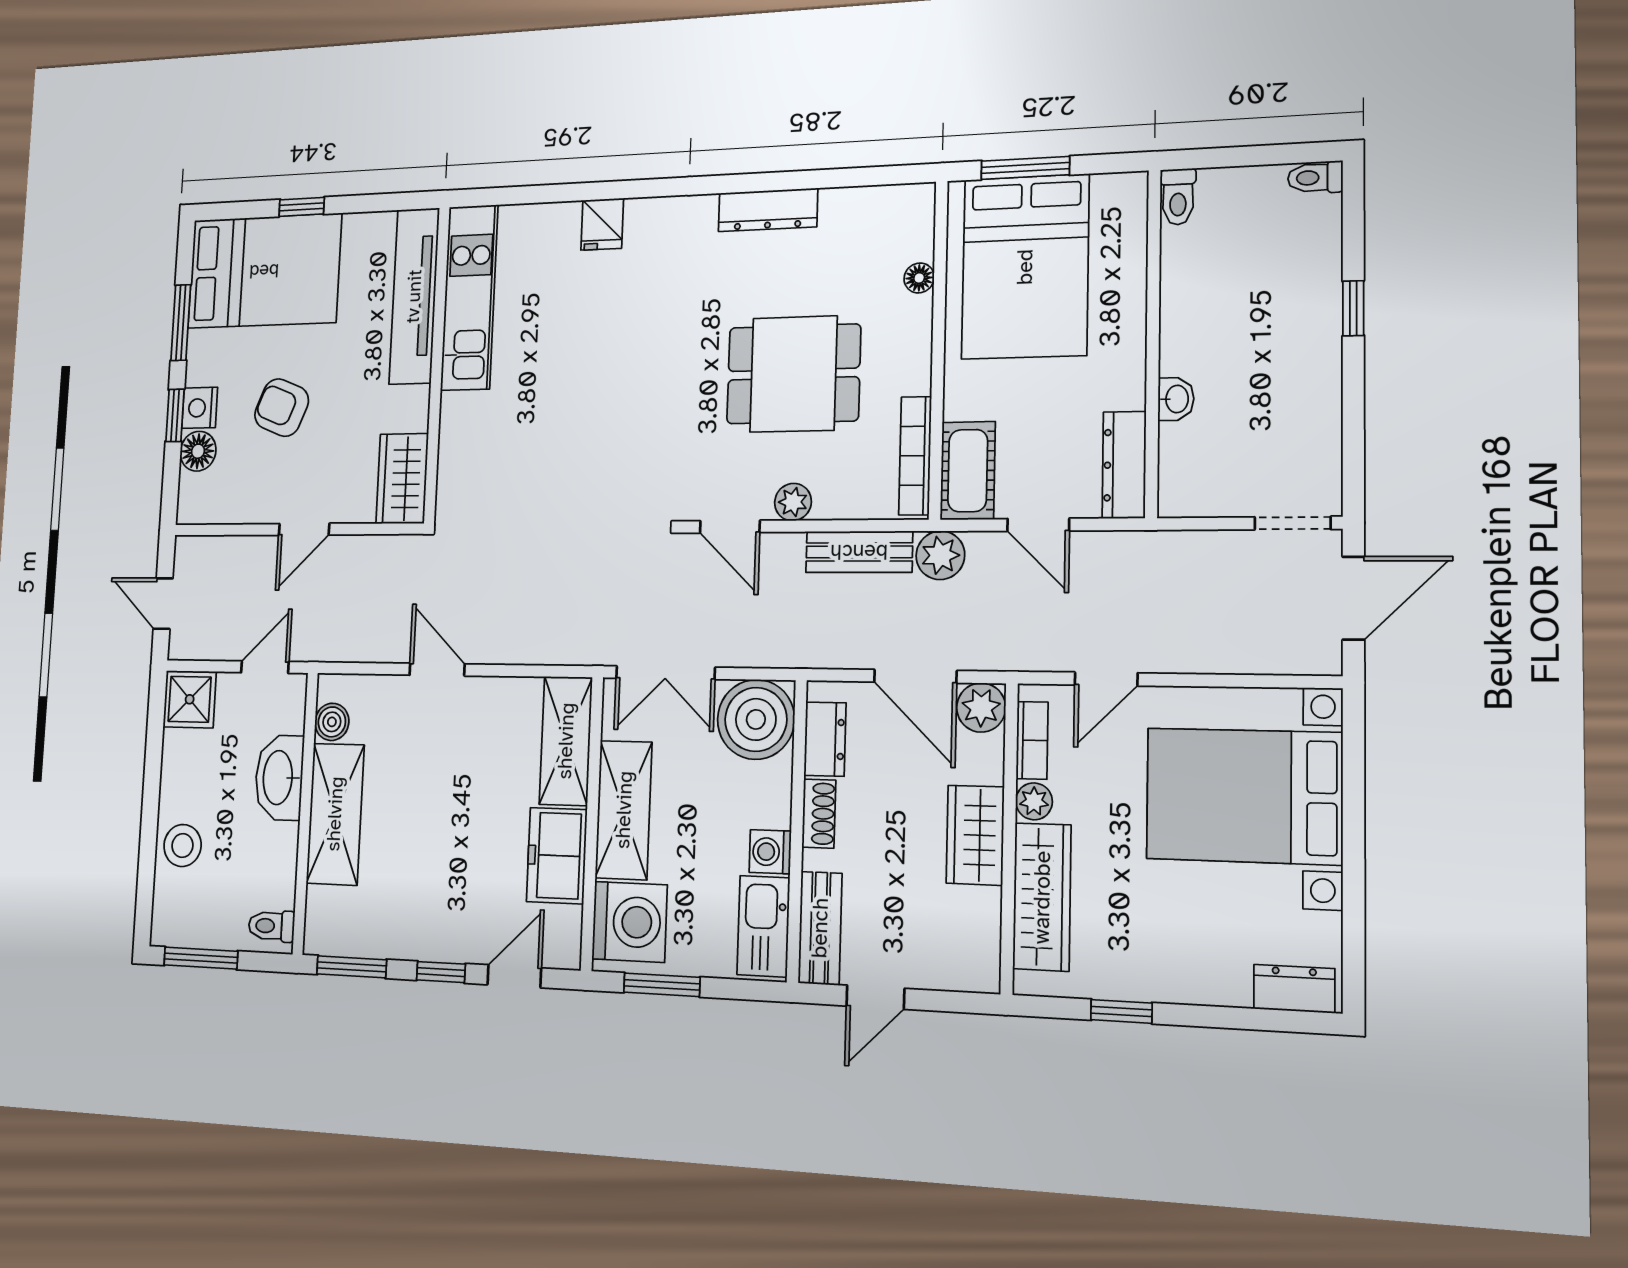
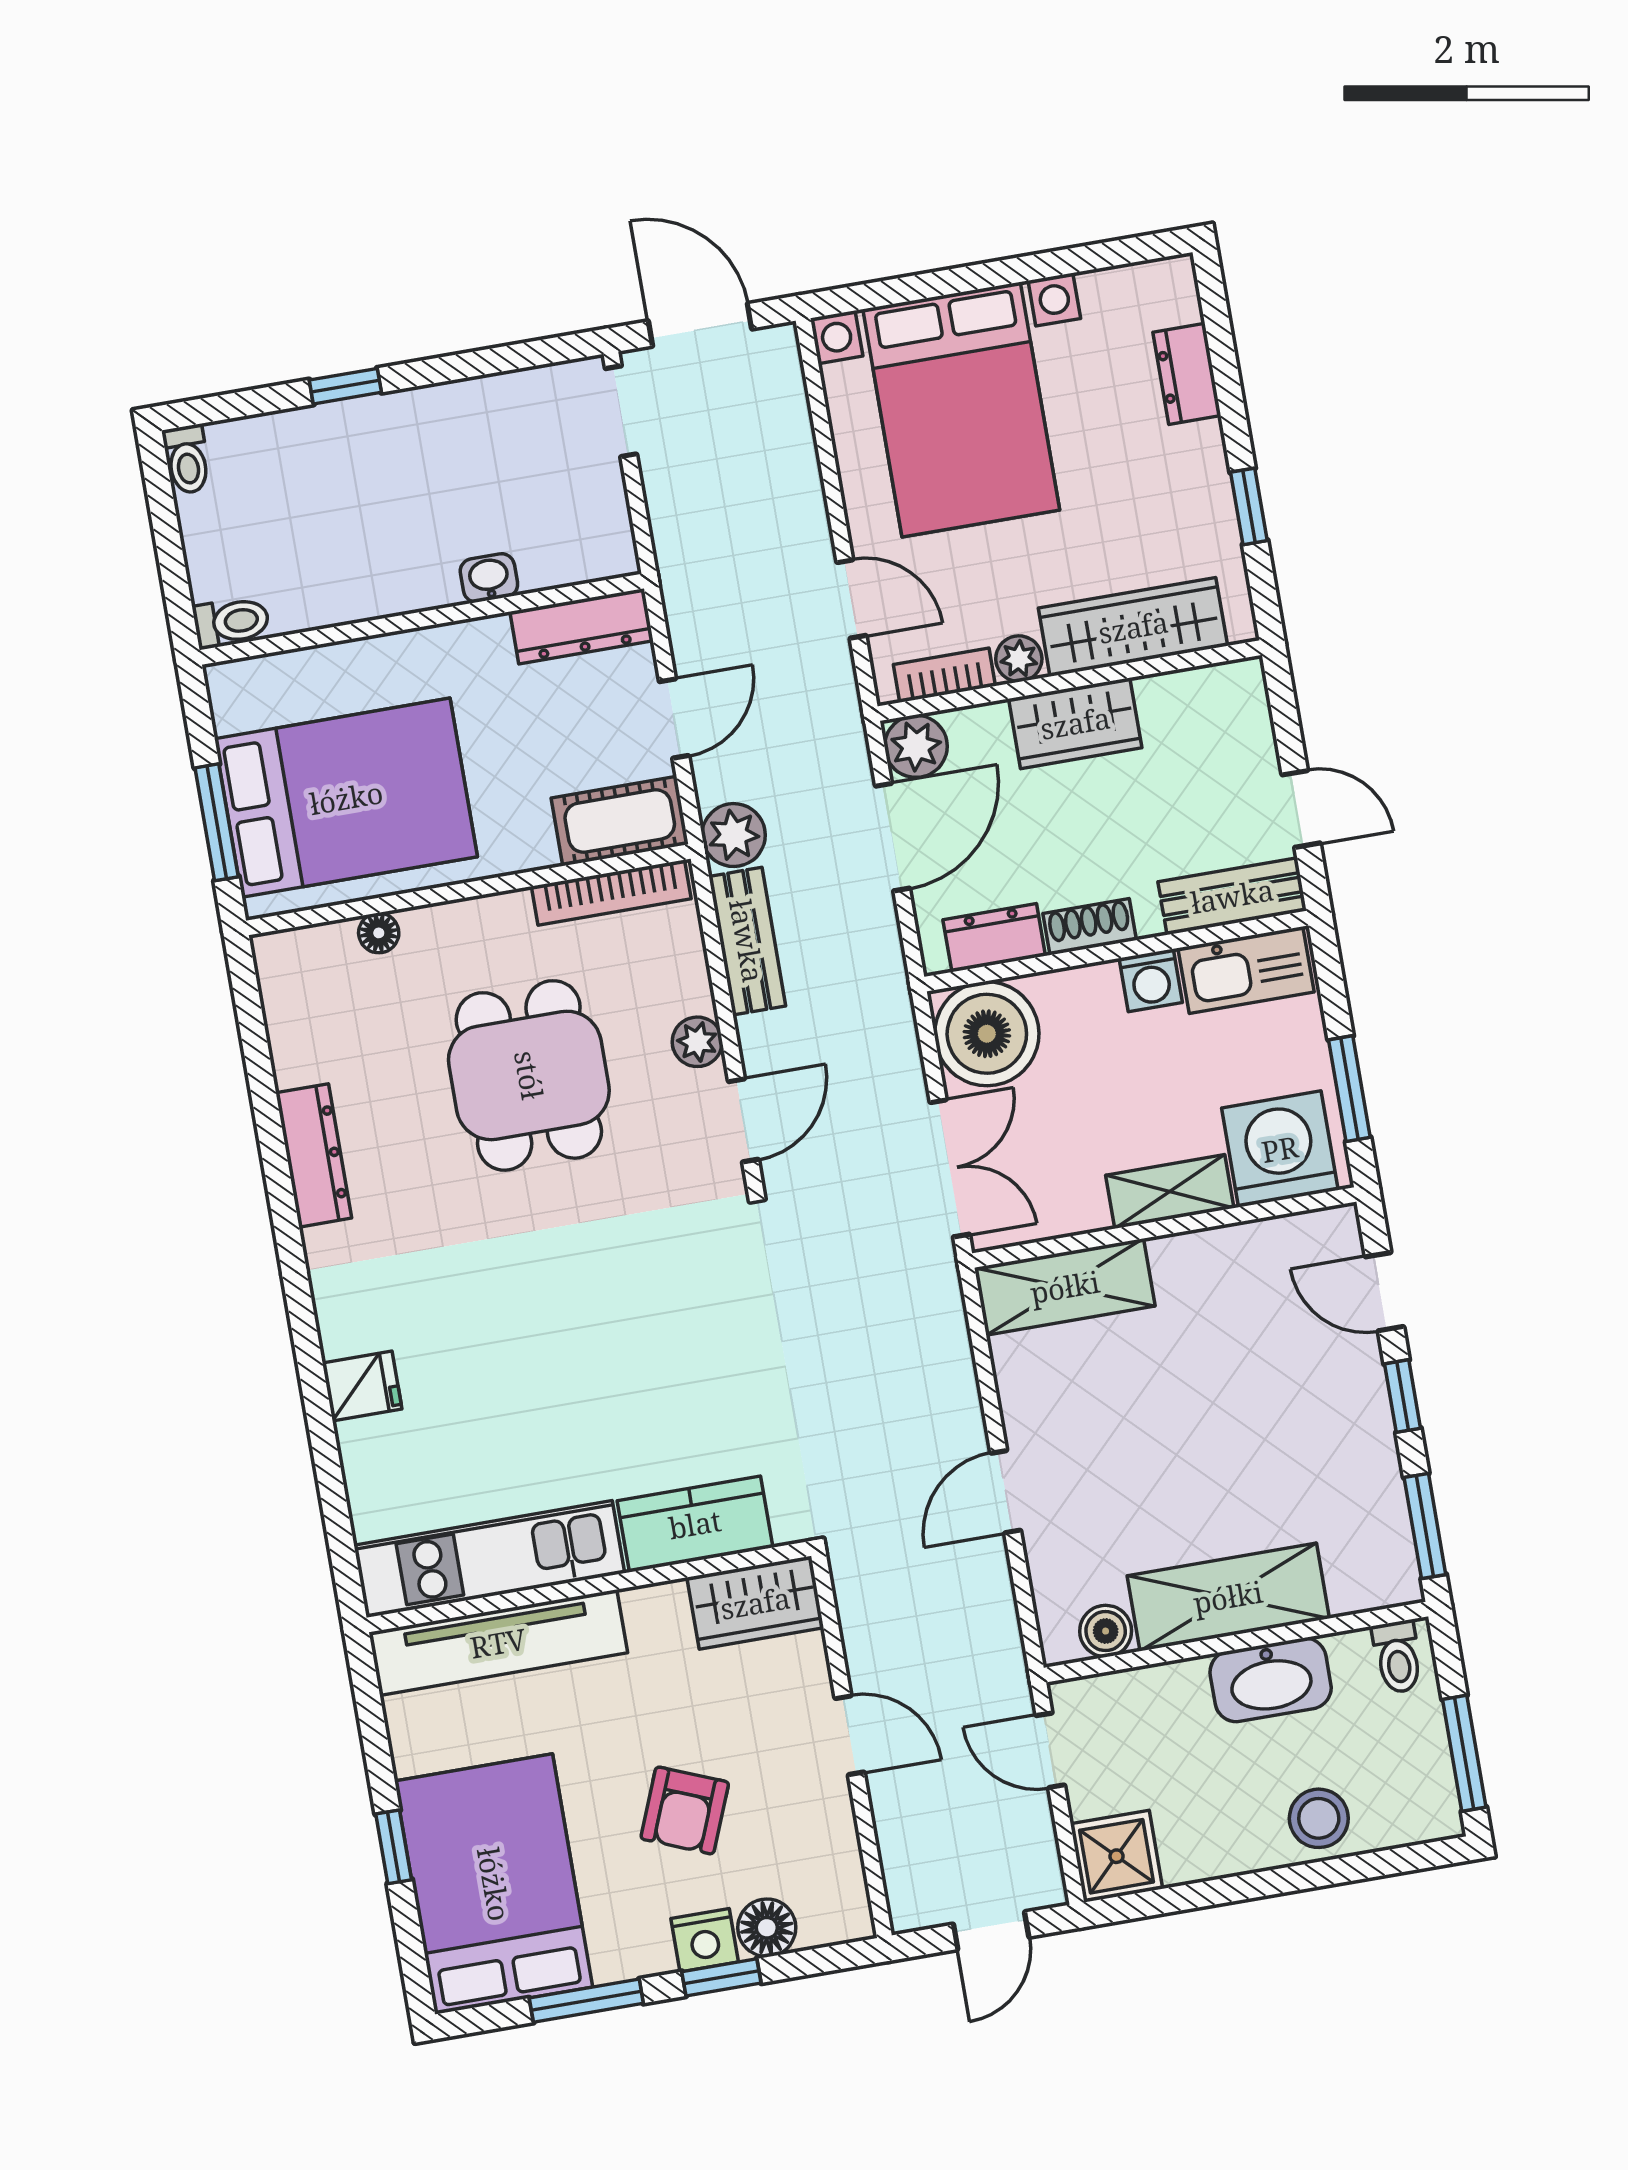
kitchen counter: (462, 445) -> (695, 1524), added
washbasin: (279, 778) -> (1271, 1680), moved
shelving: (624, 810) -> (1170, 1192), width x0.67, depth x0.75
freezer: (557, 856) -> (1217, 1267), removed
dresser: (1294, 989) -> (1187, 374), moved

